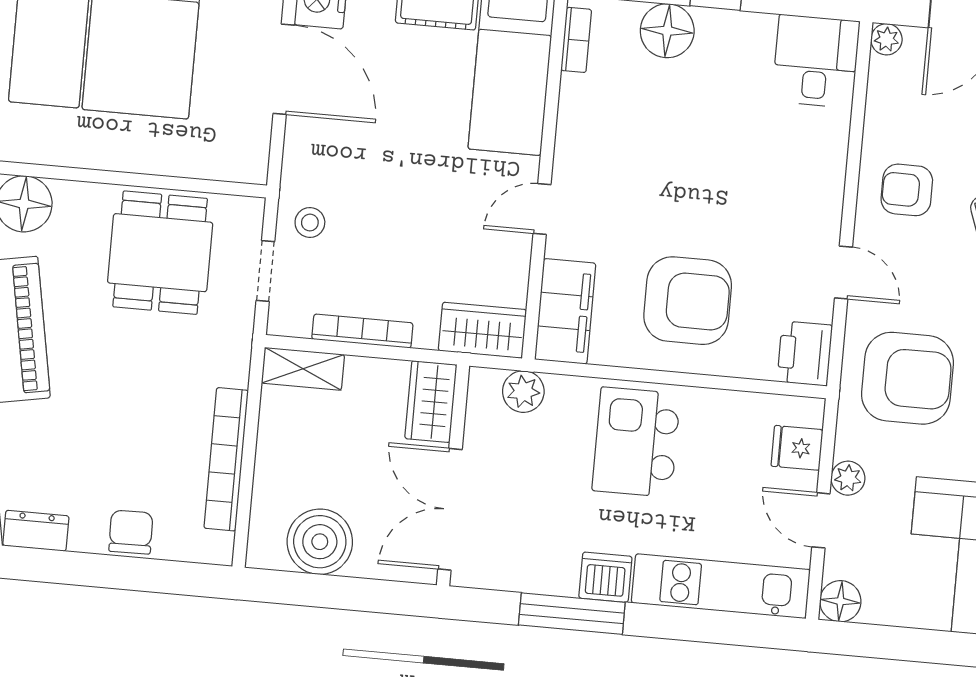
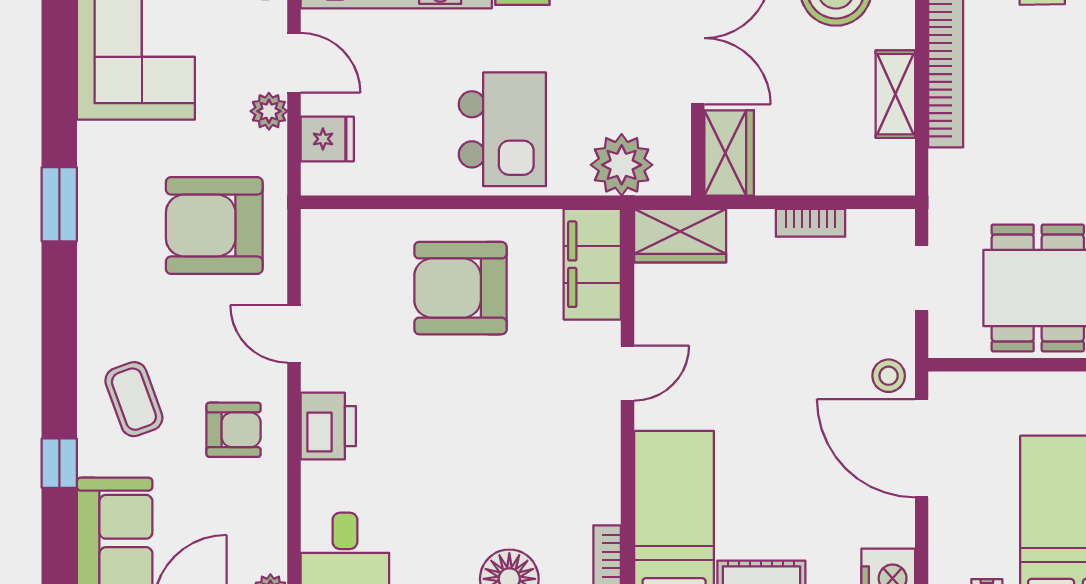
door: (284, 69) -> (922, 448), moved
stool: (310, 223) -> (889, 376), moved
bookcase: (362, 331) -> (810, 223), width x0.64
printer: (805, 353) -> (328, 426), moved
shelving: (303, 369) -> (895, 94), moved, turned 90
plant: (523, 392) -> (622, 165), width x1.36, depth x1.36

